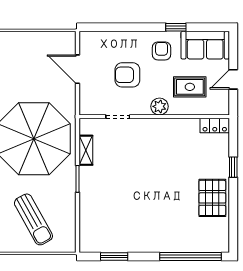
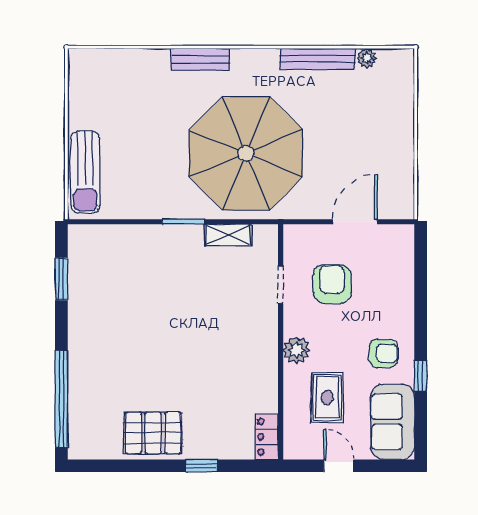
armchair: (127, 75) -> (332, 284), moved
sun lounger: (33, 219) -> (85, 172), moved, turned -61

